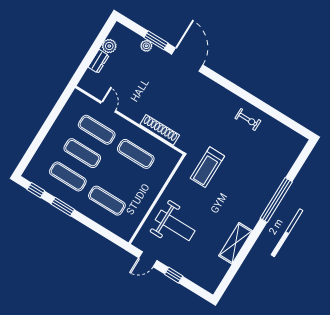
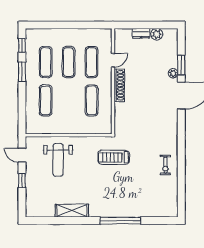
plant: (146, 46) -> (173, 73), moved
shoe rack: (160, 130) -> (119, 85), moved

